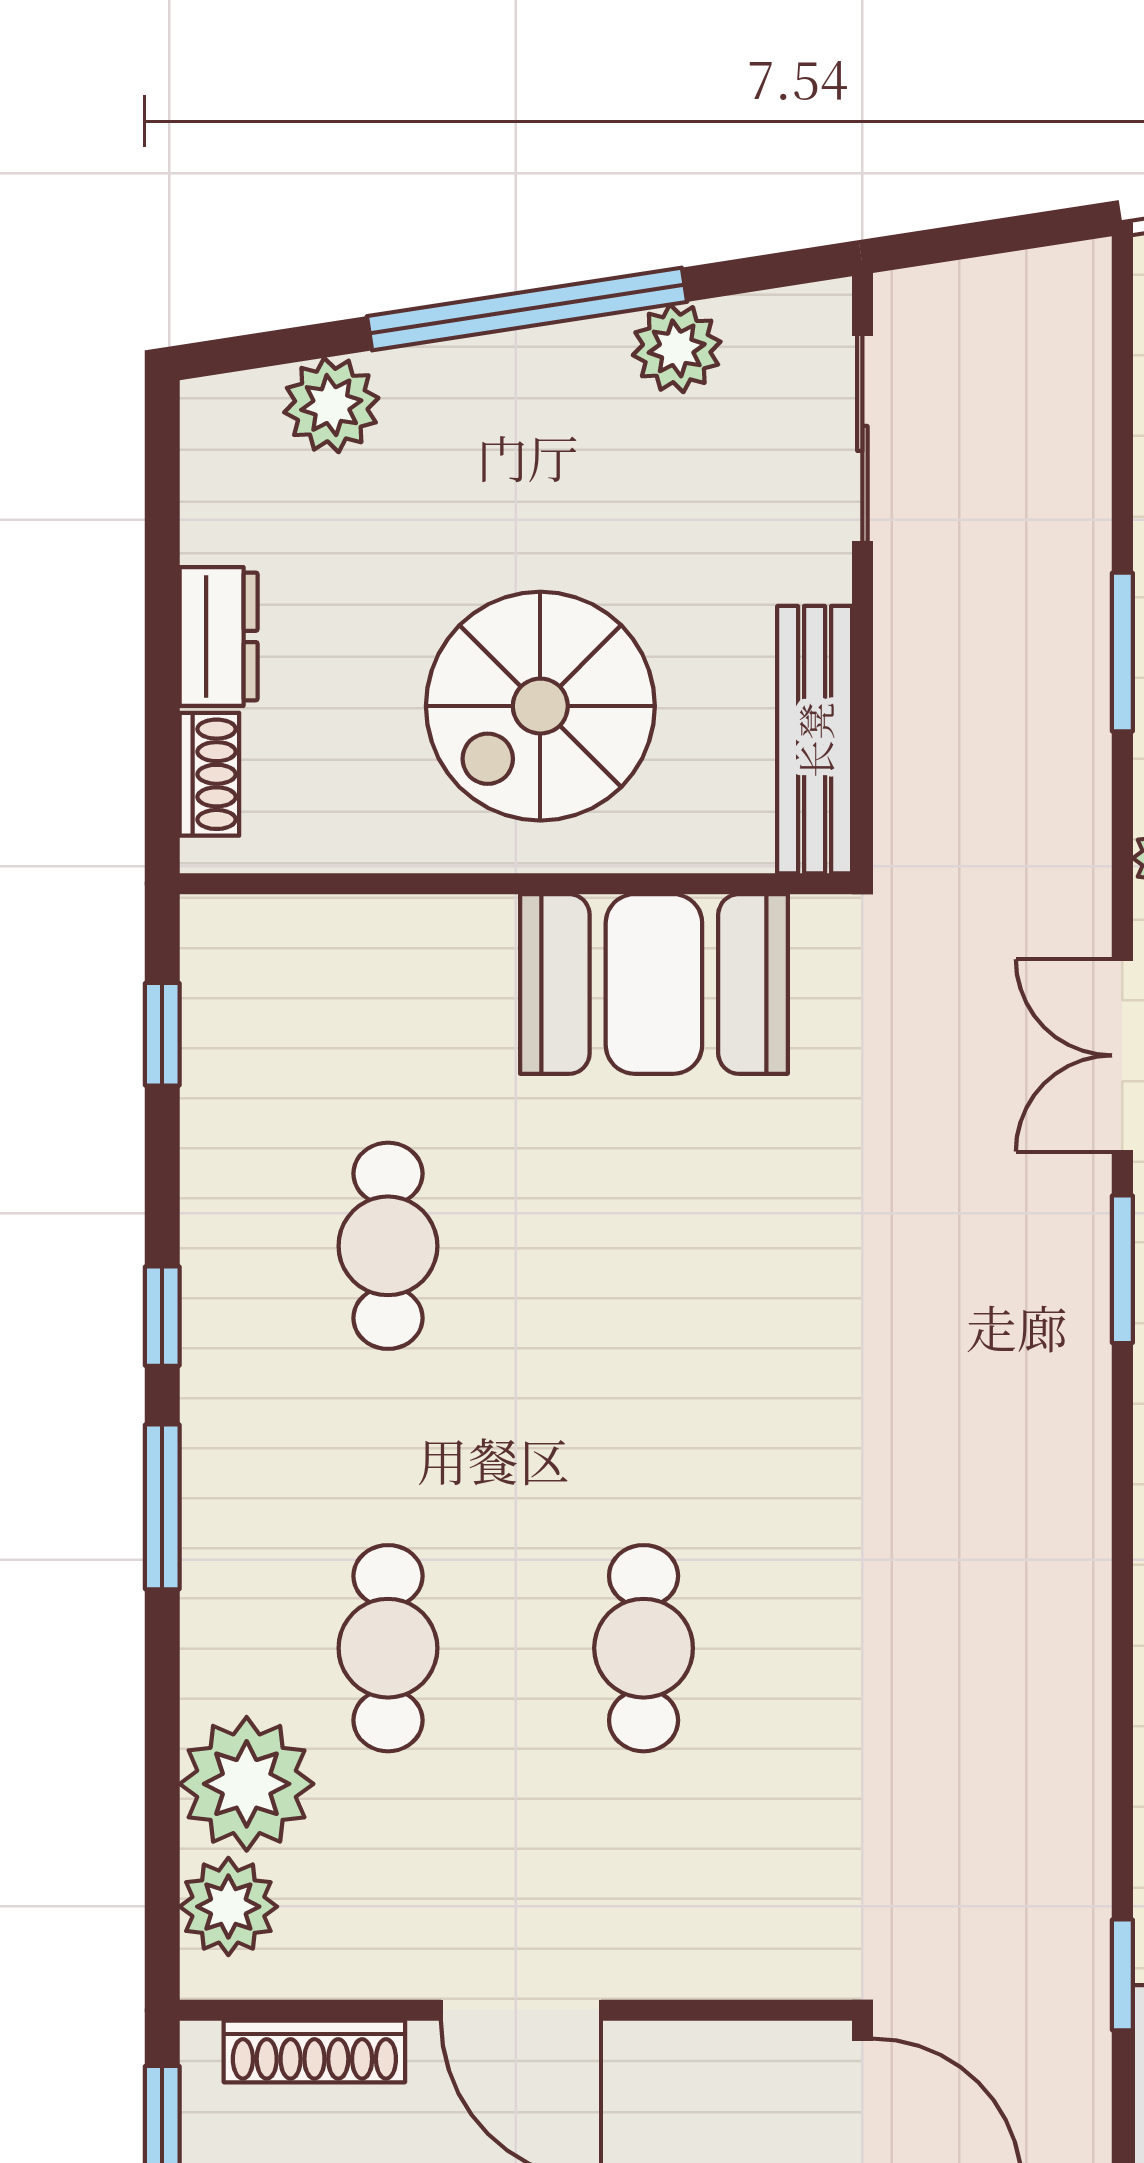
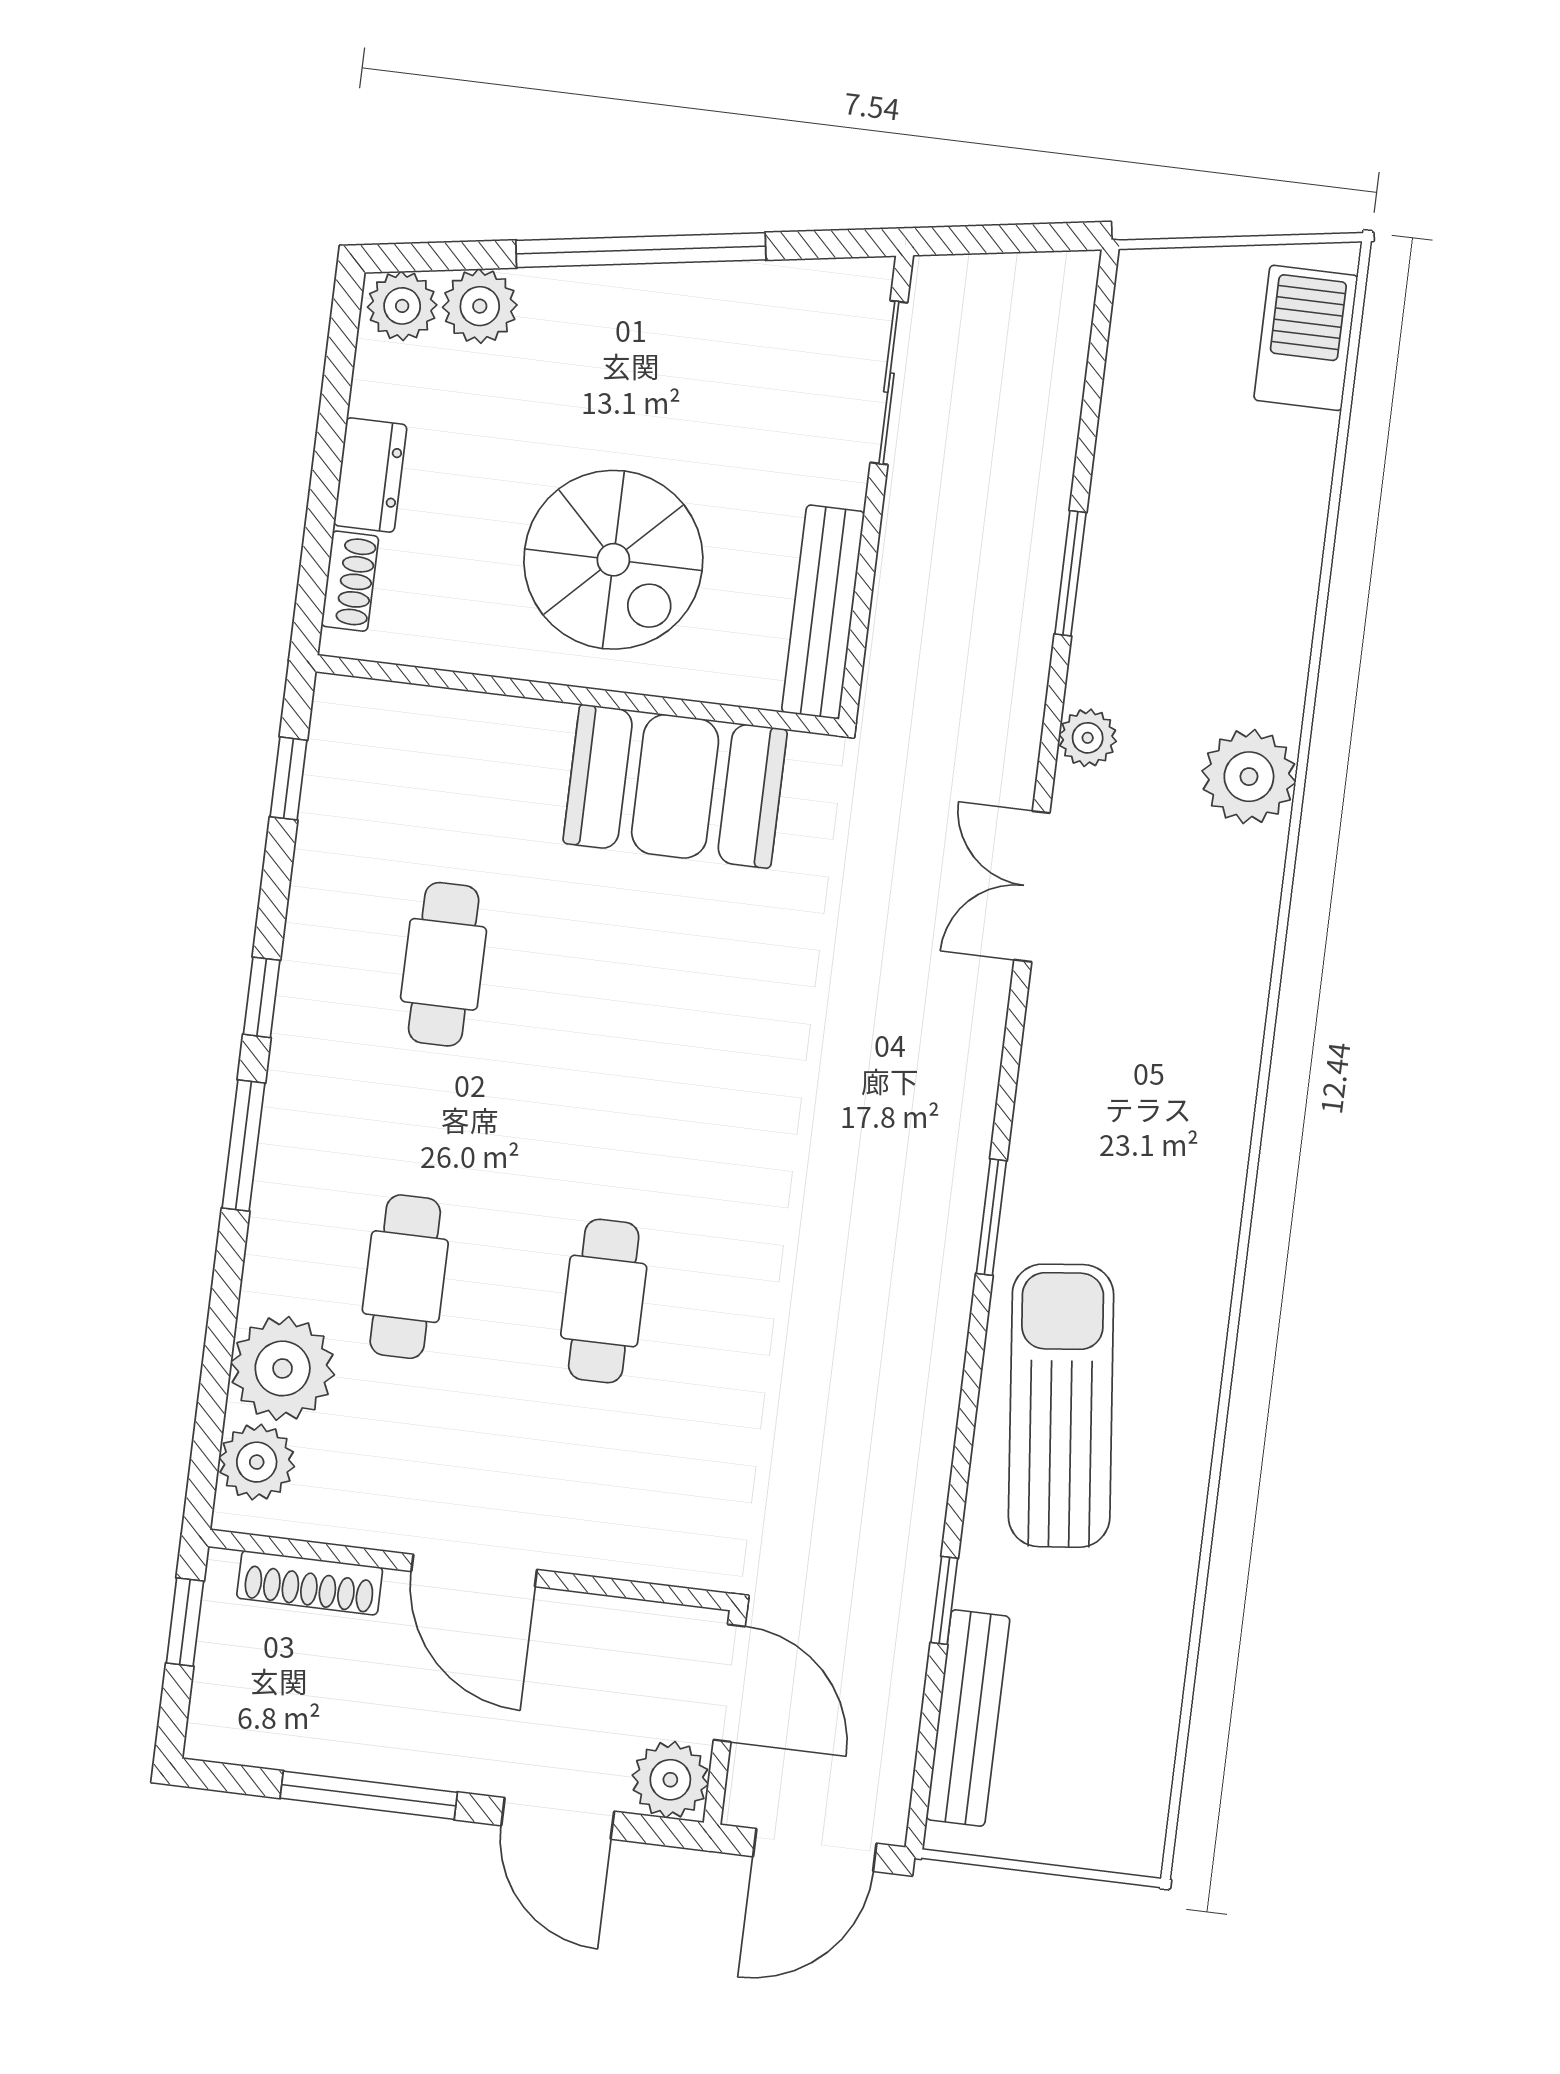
plant: (677, 348) -> (402, 306), moved
spiral stairs: (540, 706) -> (613, 560), turned -90
window: (1122, 1269) -> (991, 1217), moved

